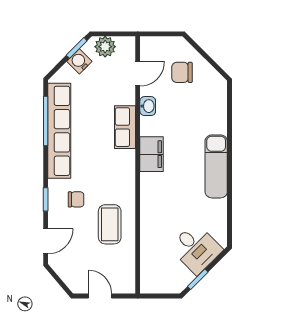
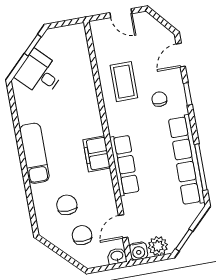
water cooler: (79, 61) -> (138, 251), moved, turned 45
chair: (182, 72) -> (82, 235), turned -90
washbasin: (148, 106) -> (117, 256), moved, turned 90
chair: (192, 107) -> (67, 205), added
row of seats: (125, 127) -> (124, 165), width x1.48
chair: (76, 199) -> (159, 99), turned 90

